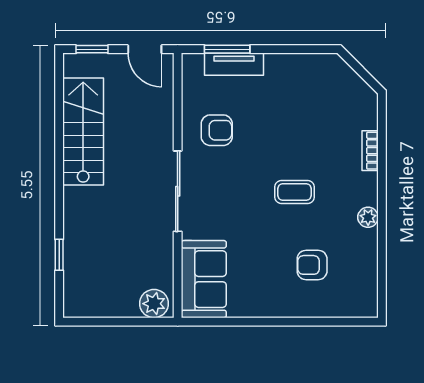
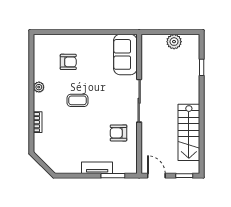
tv unit: (234, 64) -> (97, 168), moved
plant: (154, 304) -> (174, 42), moved

